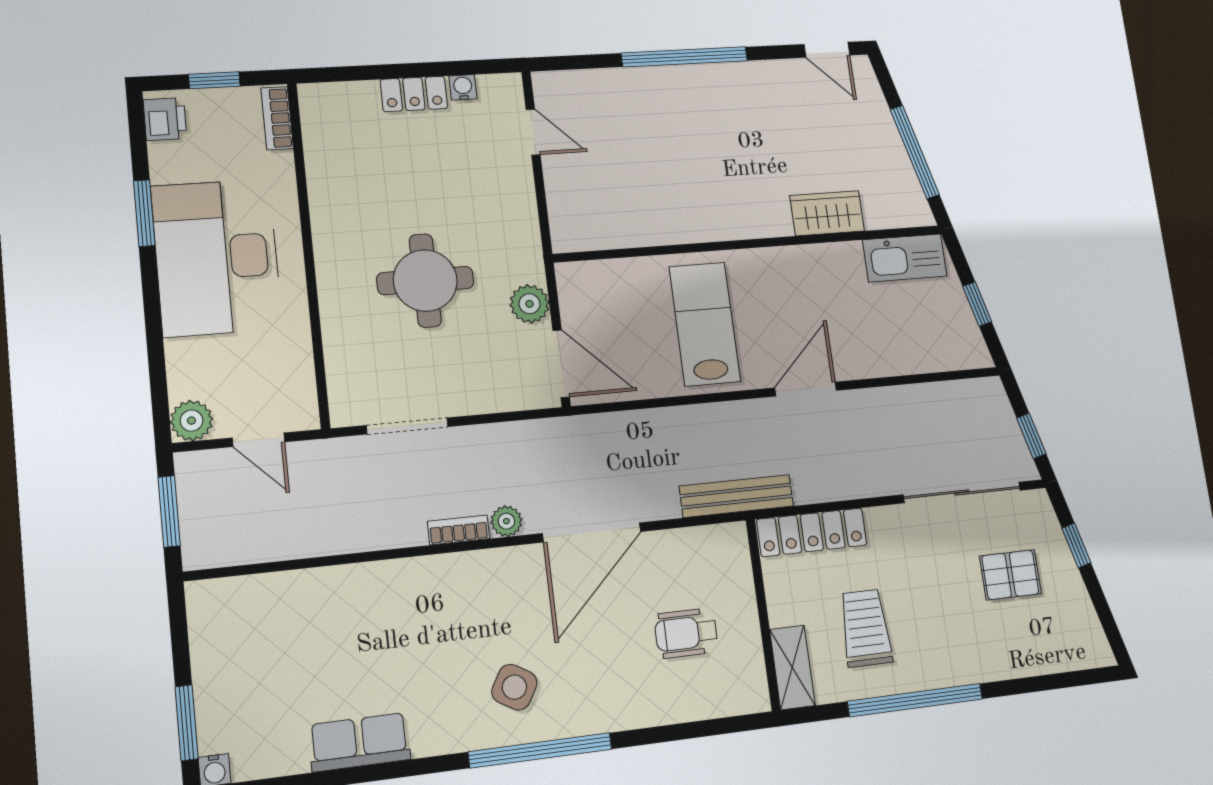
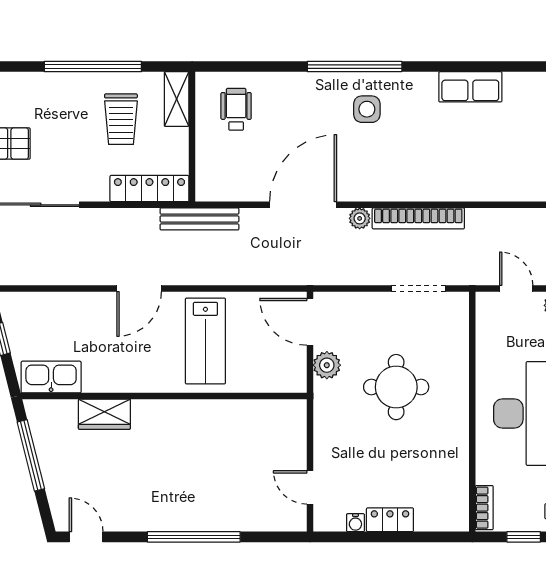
bookcase: (459, 530) -> (418, 218), width x2.31, depth x1.31
wheelchair: (686, 633) -> (236, 109), moved, turned -90
side table: (514, 687) -> (367, 109), turned -30

